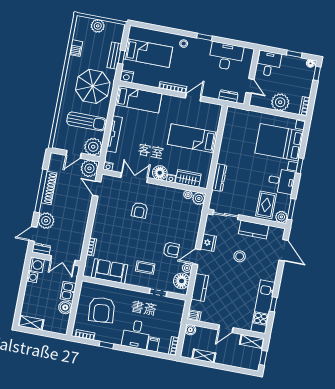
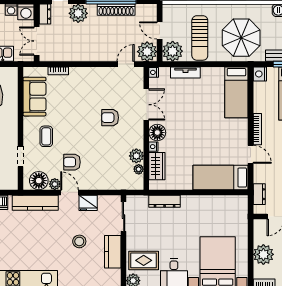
tv unit: (114, 134) -> (185, 72), width x0.71
bed: (193, 138) -> (221, 178), moved, turned -90
plant: (199, 198) -> (136, 156), moved
armchair: (171, 250) -> (72, 162), turned 90
kitchen counter: (200, 287) -> (35, 203), width x1.50

